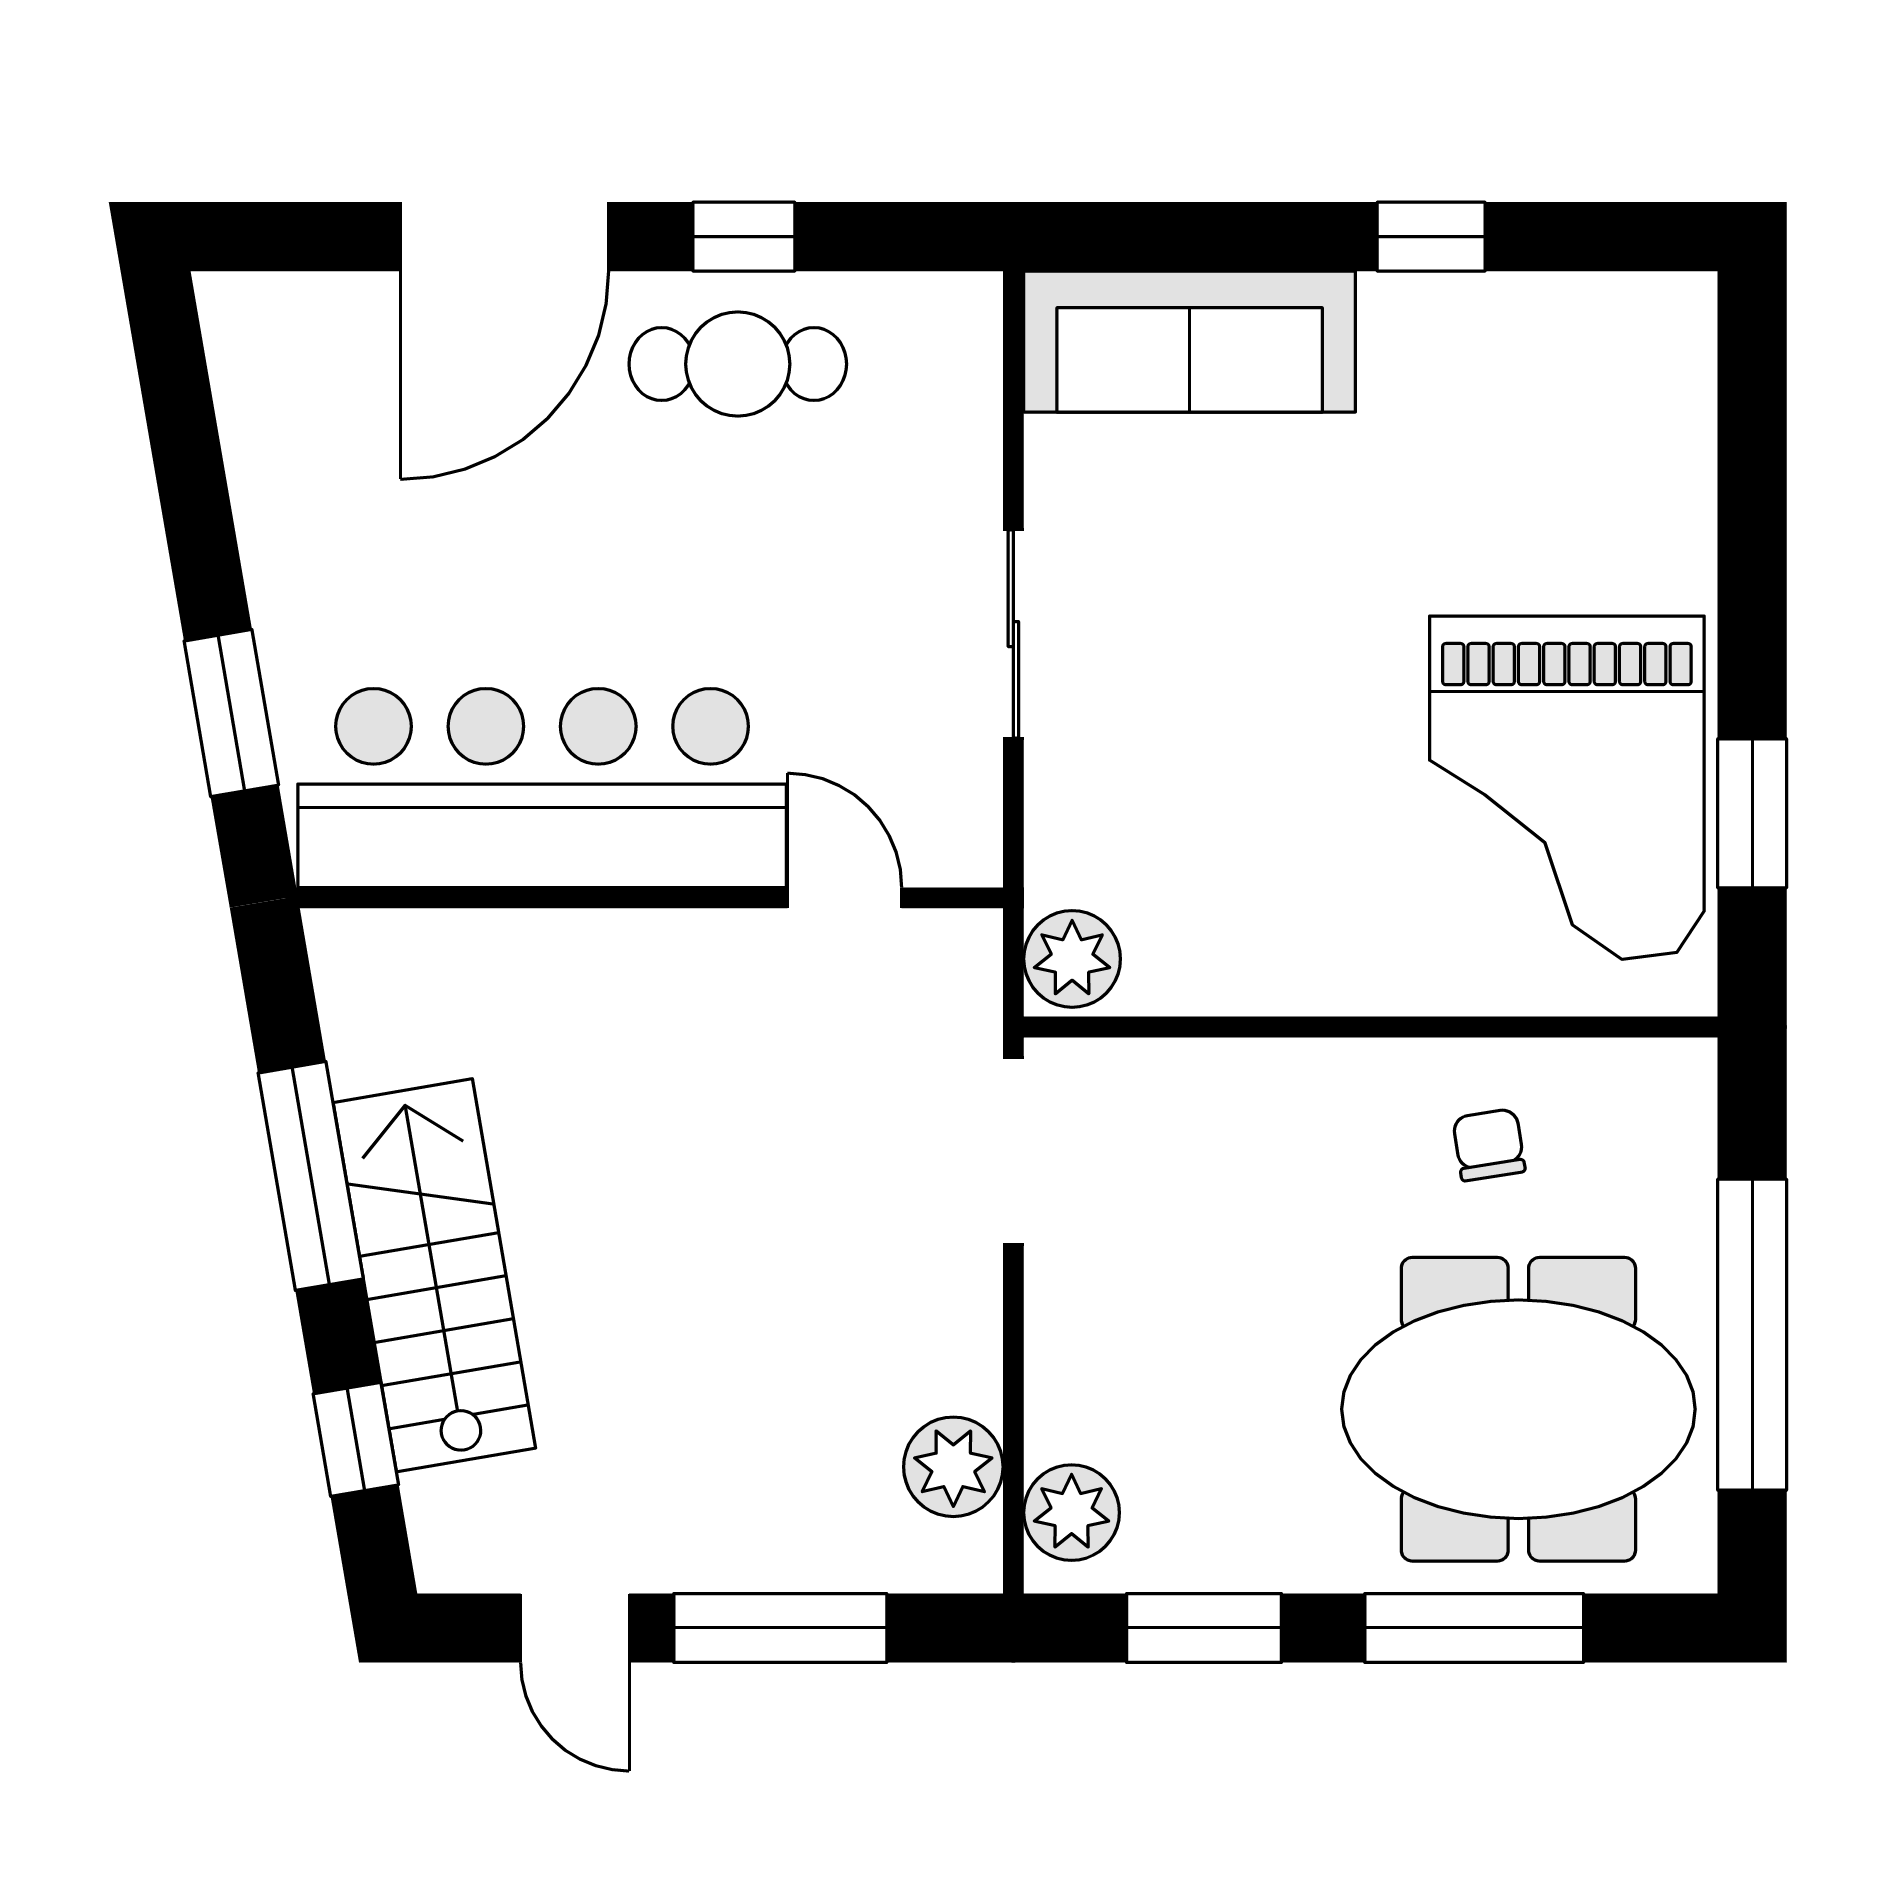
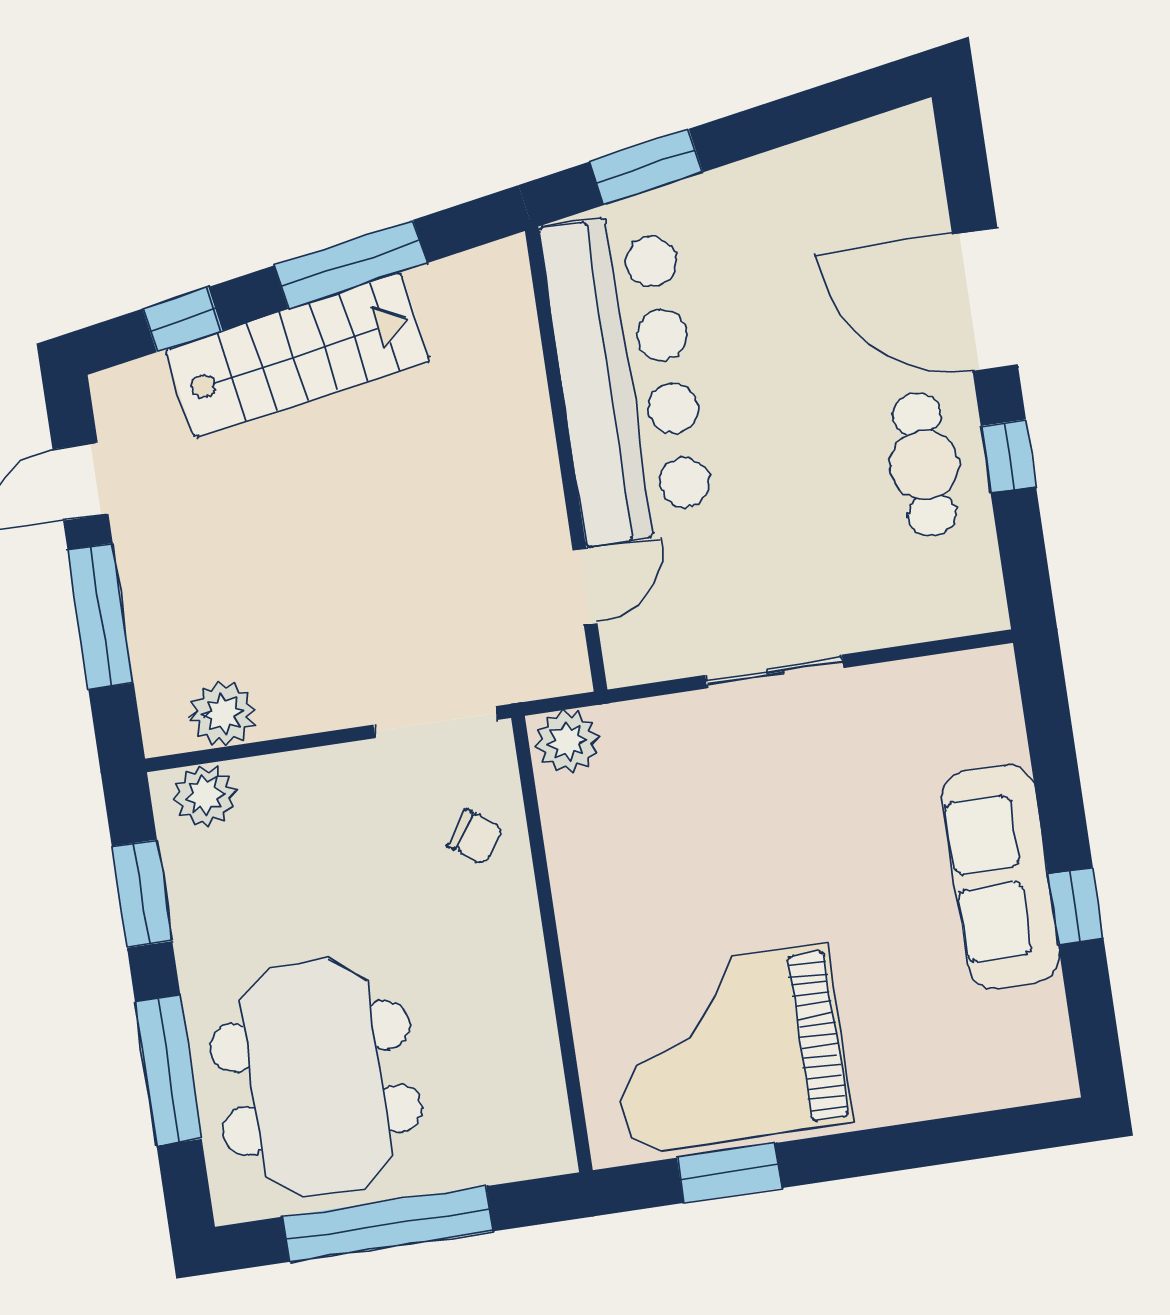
sofa: (1190, 342) -> (1001, 877), moved
chair: (1489, 1145) -> (475, 837), moved, turned 44

